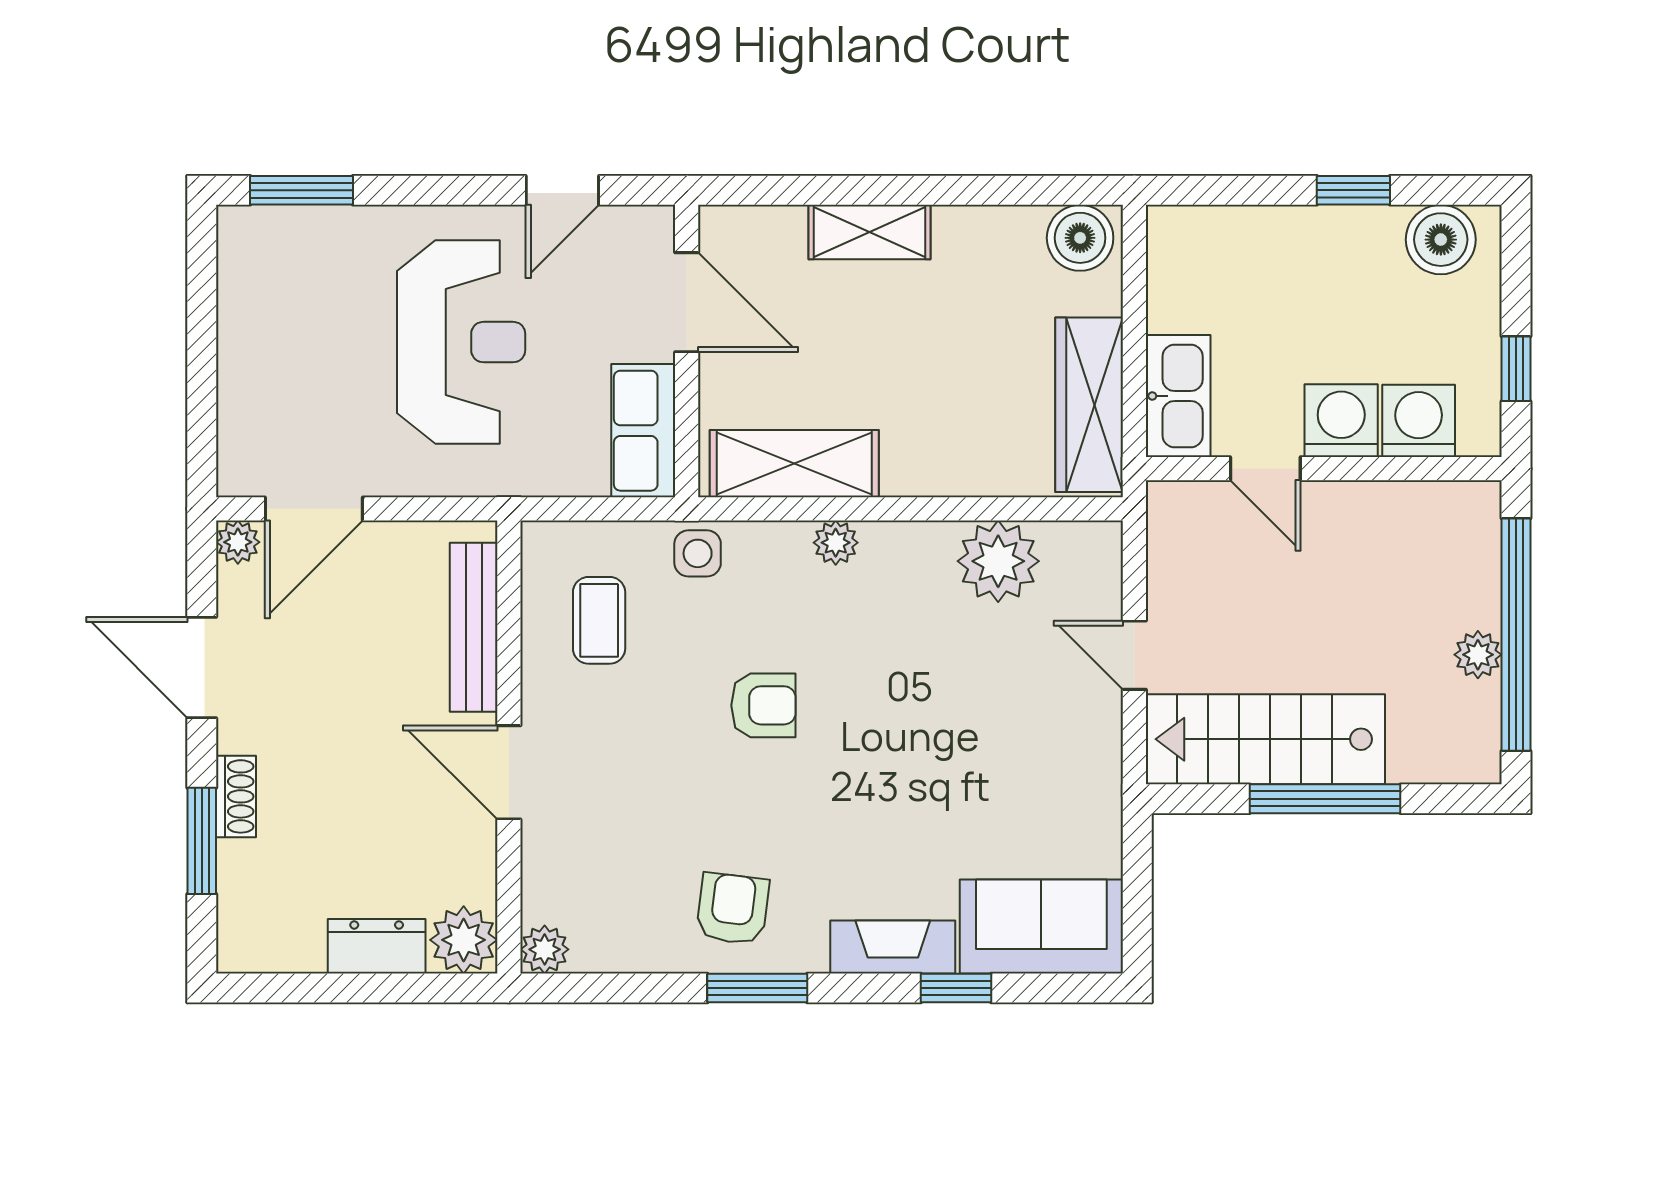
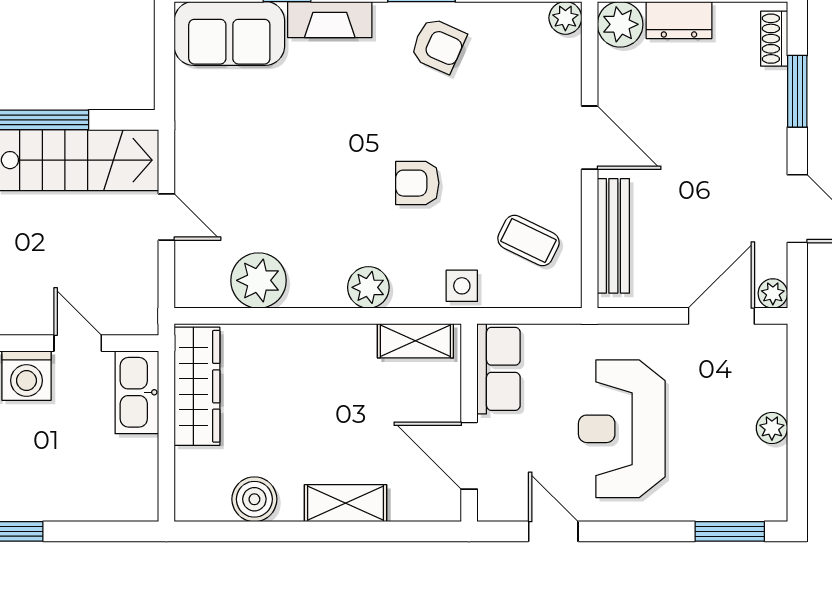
door: (562, 190) -> (553, 531), hinge flipped
boiler: (1080, 238) -> (254, 499), moved
plant: (239, 343) -> (772, 428), added
shelving: (794, 464) -> (415, 341), width x0.67, depth x0.75
plant: (836, 543) -> (368, 287), width x1.38, depth x1.38
coffee table: (599, 620) -> (529, 241), turned -64
shoe rack: (236, 796) -> (774, 39), moved
armchair: (733, 909) -> (438, 45), turned -73

